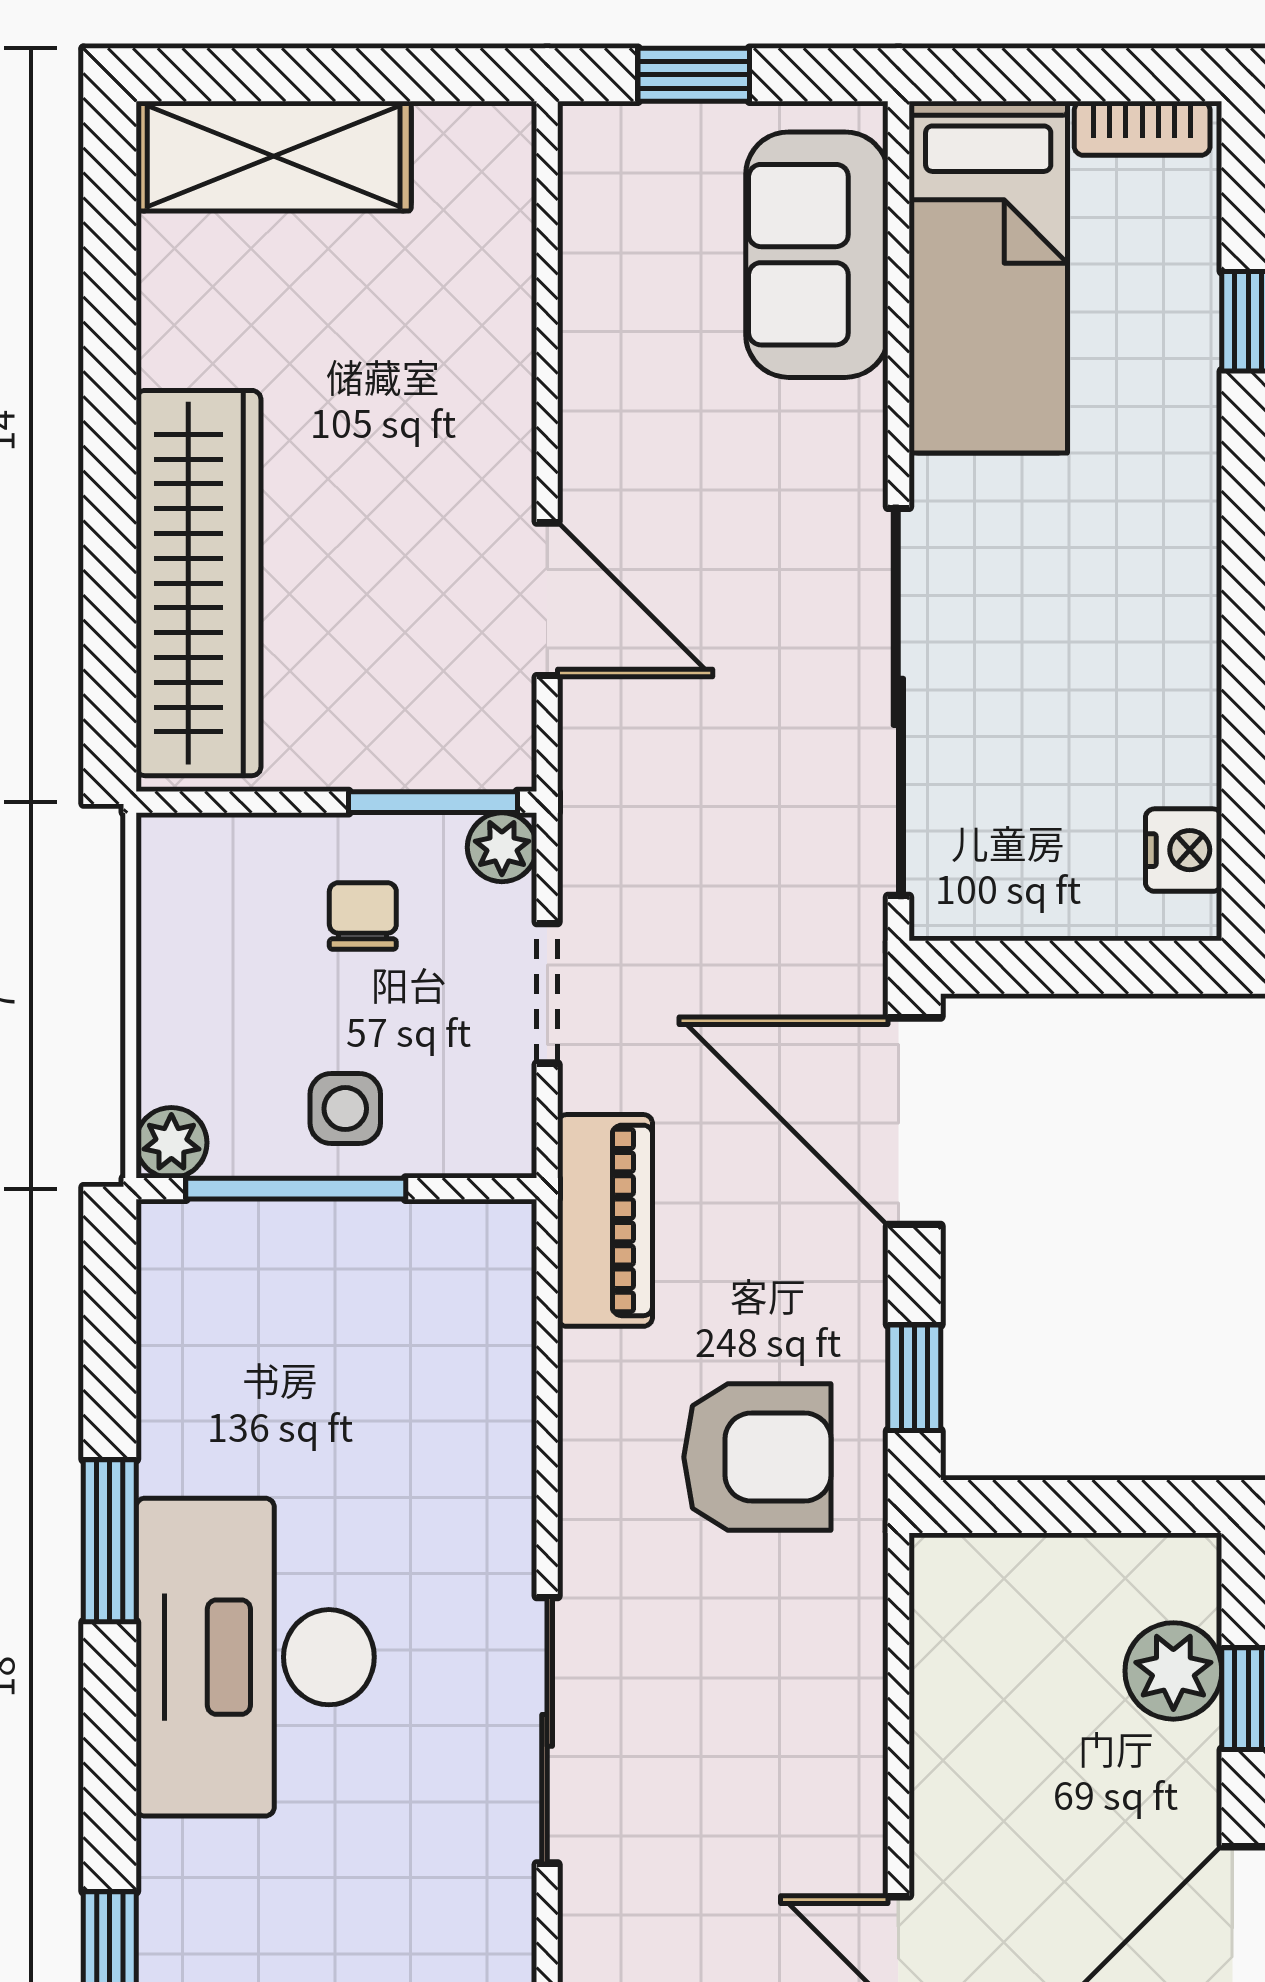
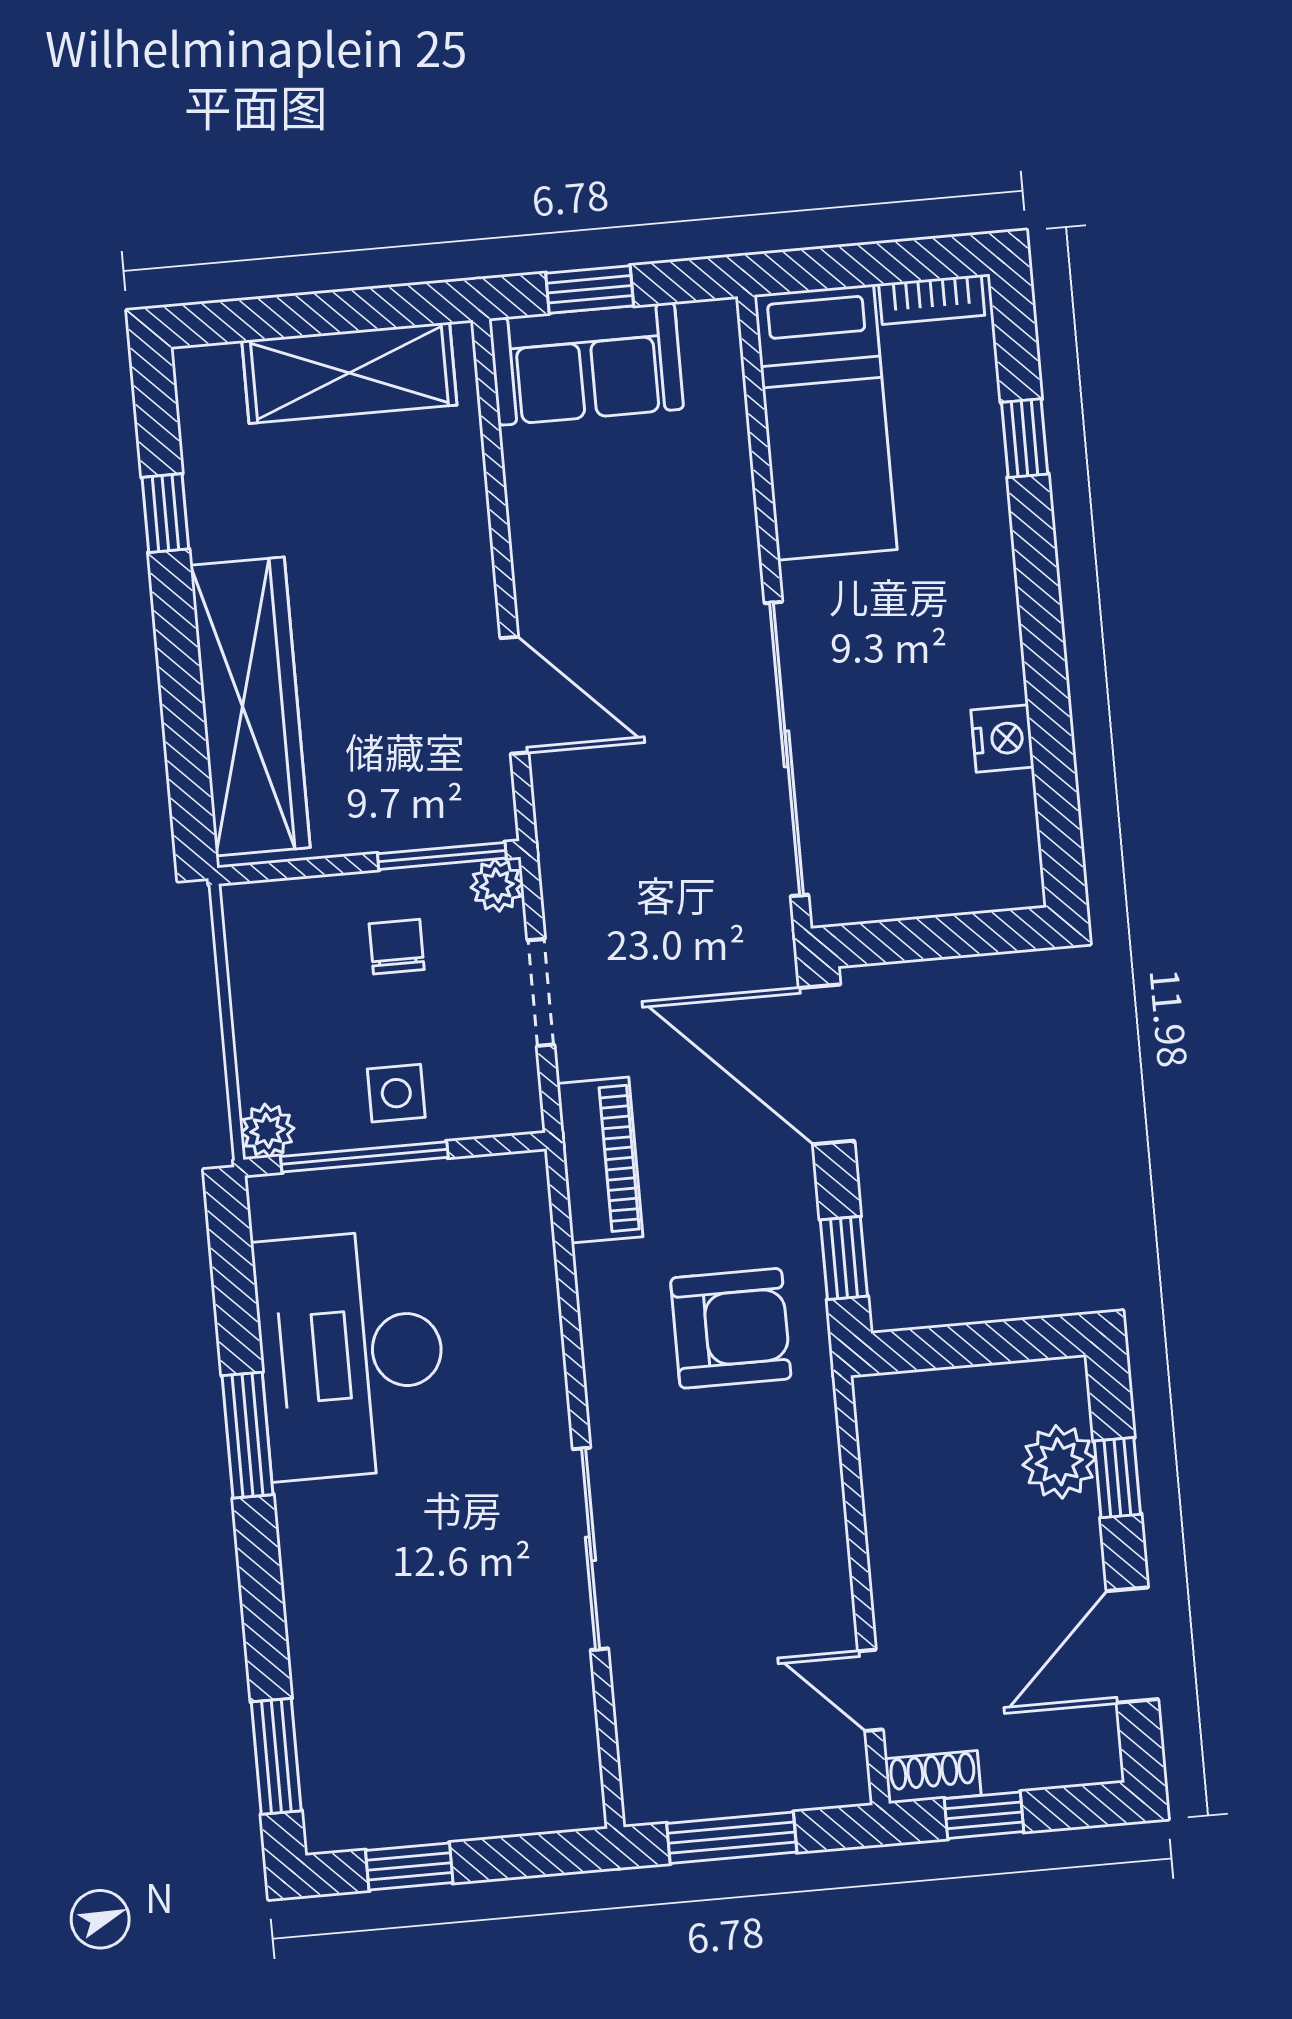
shelving: (274, 156) -> (349, 373), moved
sofa: (817, 255) -> (586, 364), moved, turned -90
window: (110, 319) -> (165, 513), added
nightstand: (1184, 850) -> (1002, 739), moved
desk: (255, 1657) -> (351, 1354), moved

